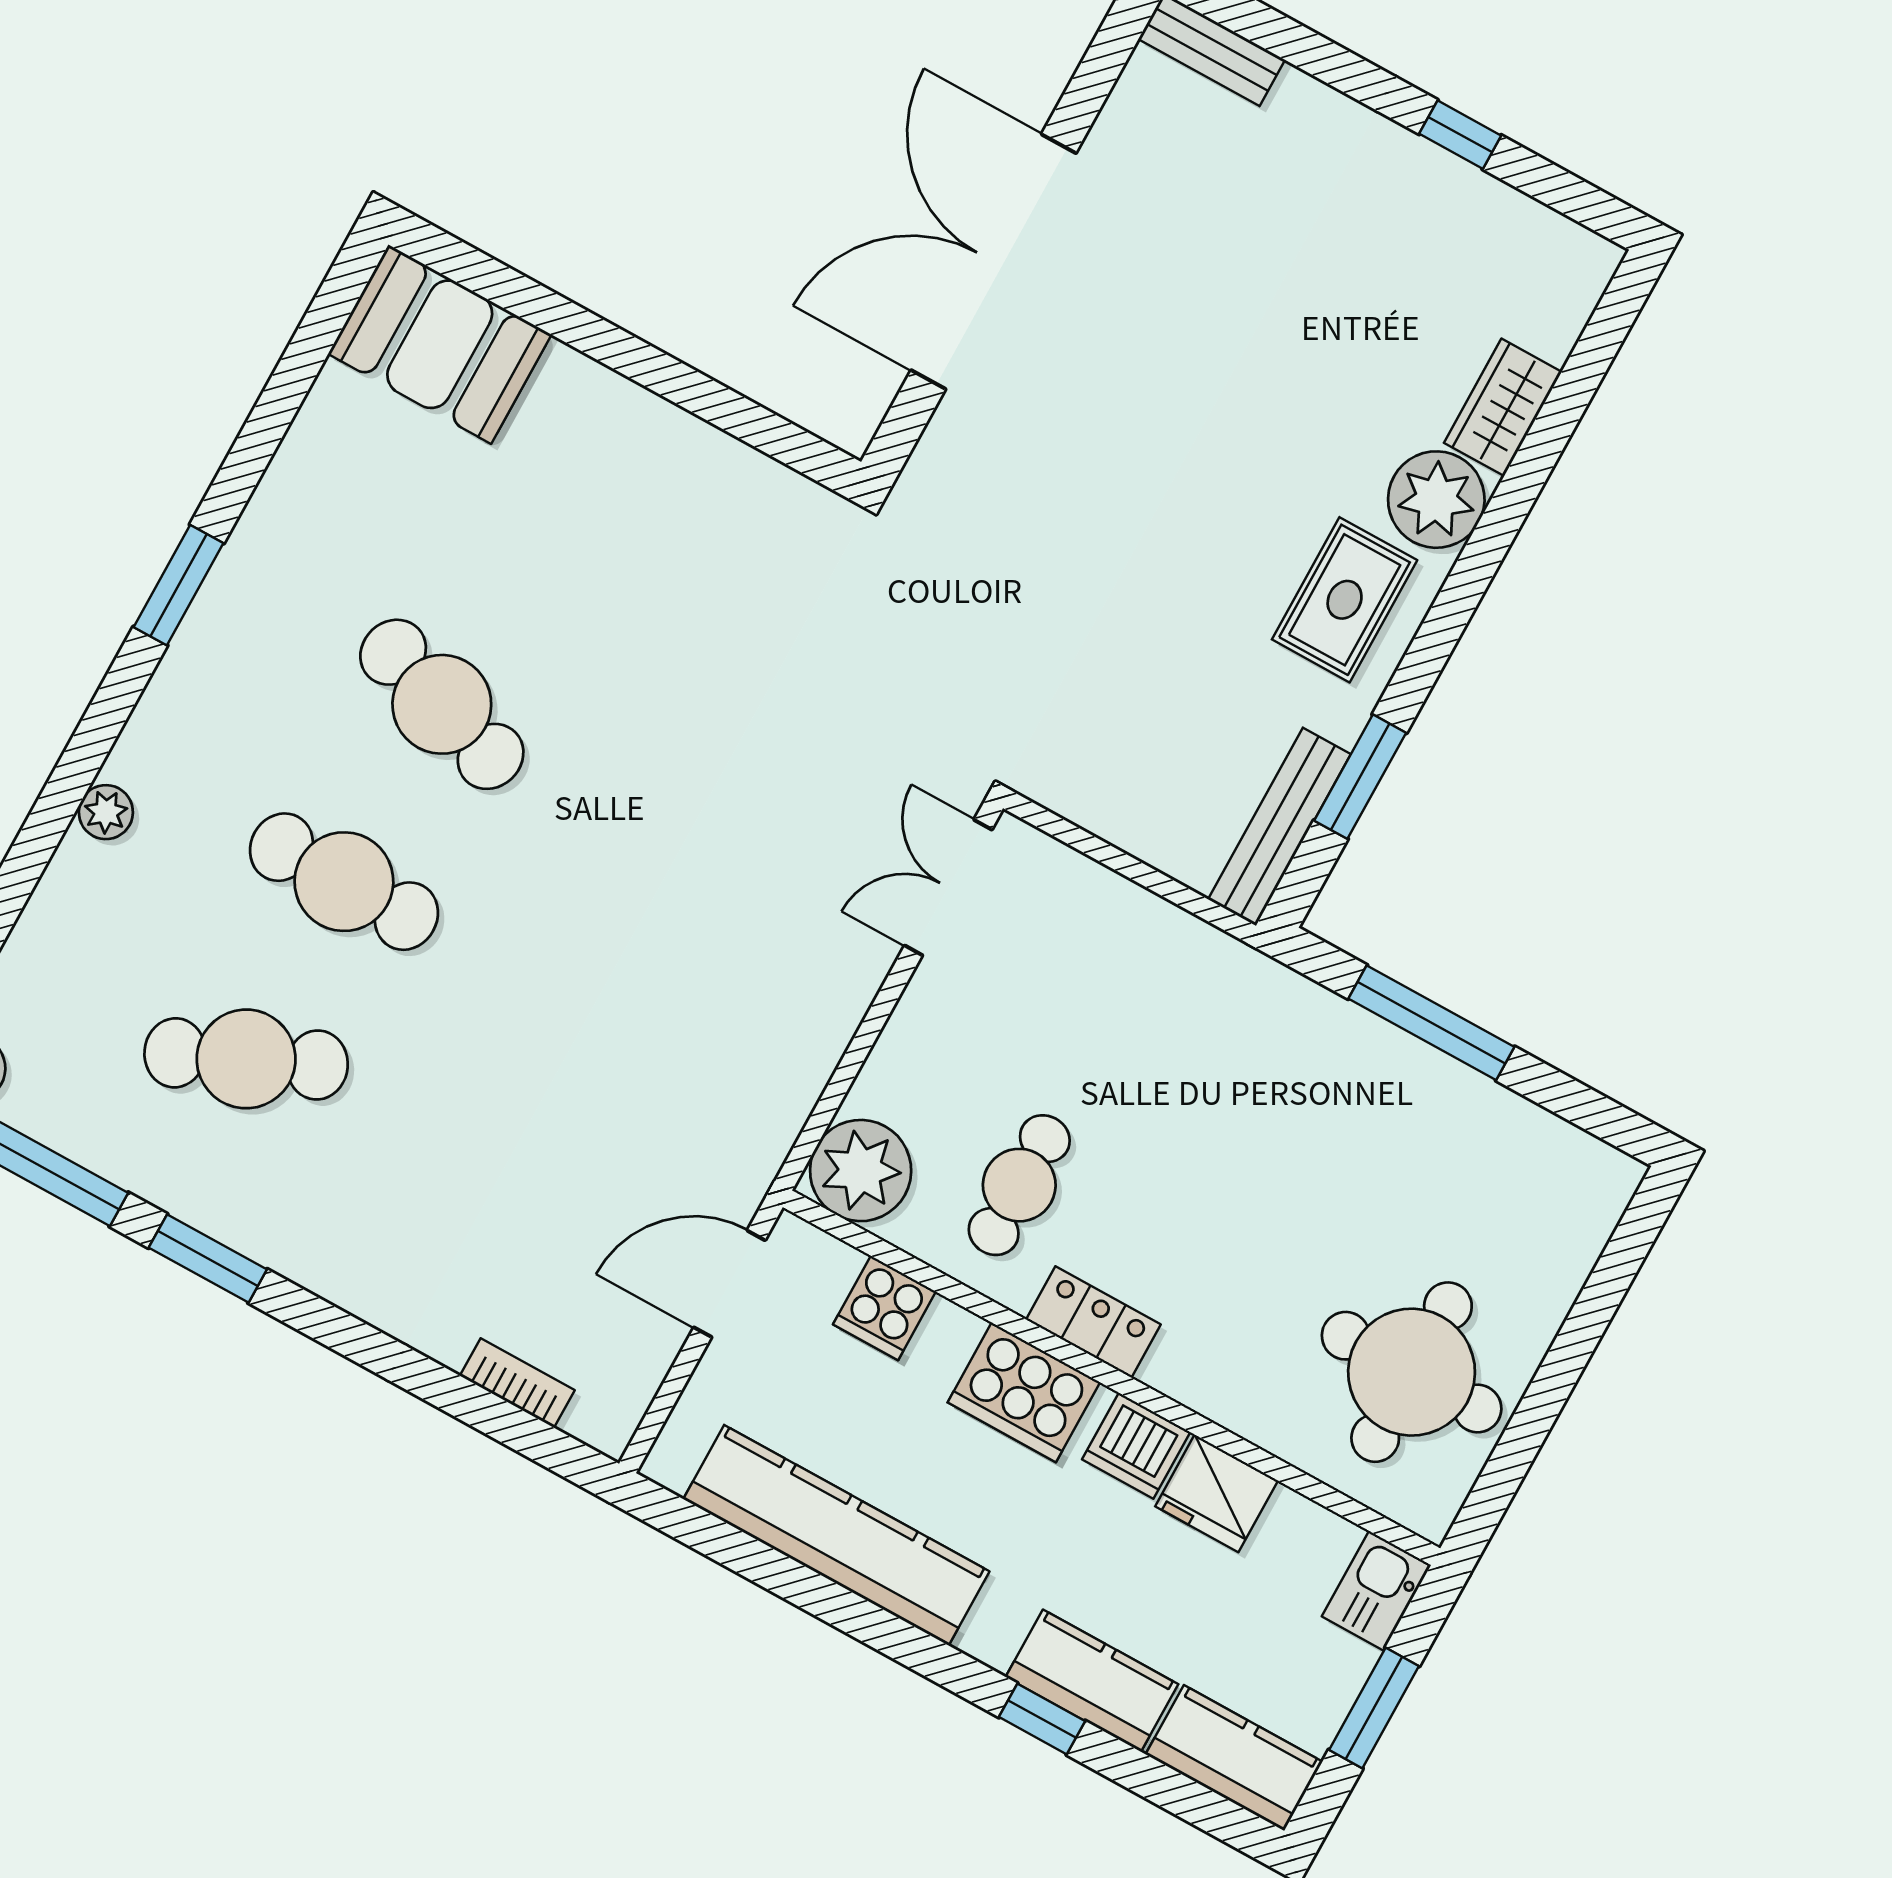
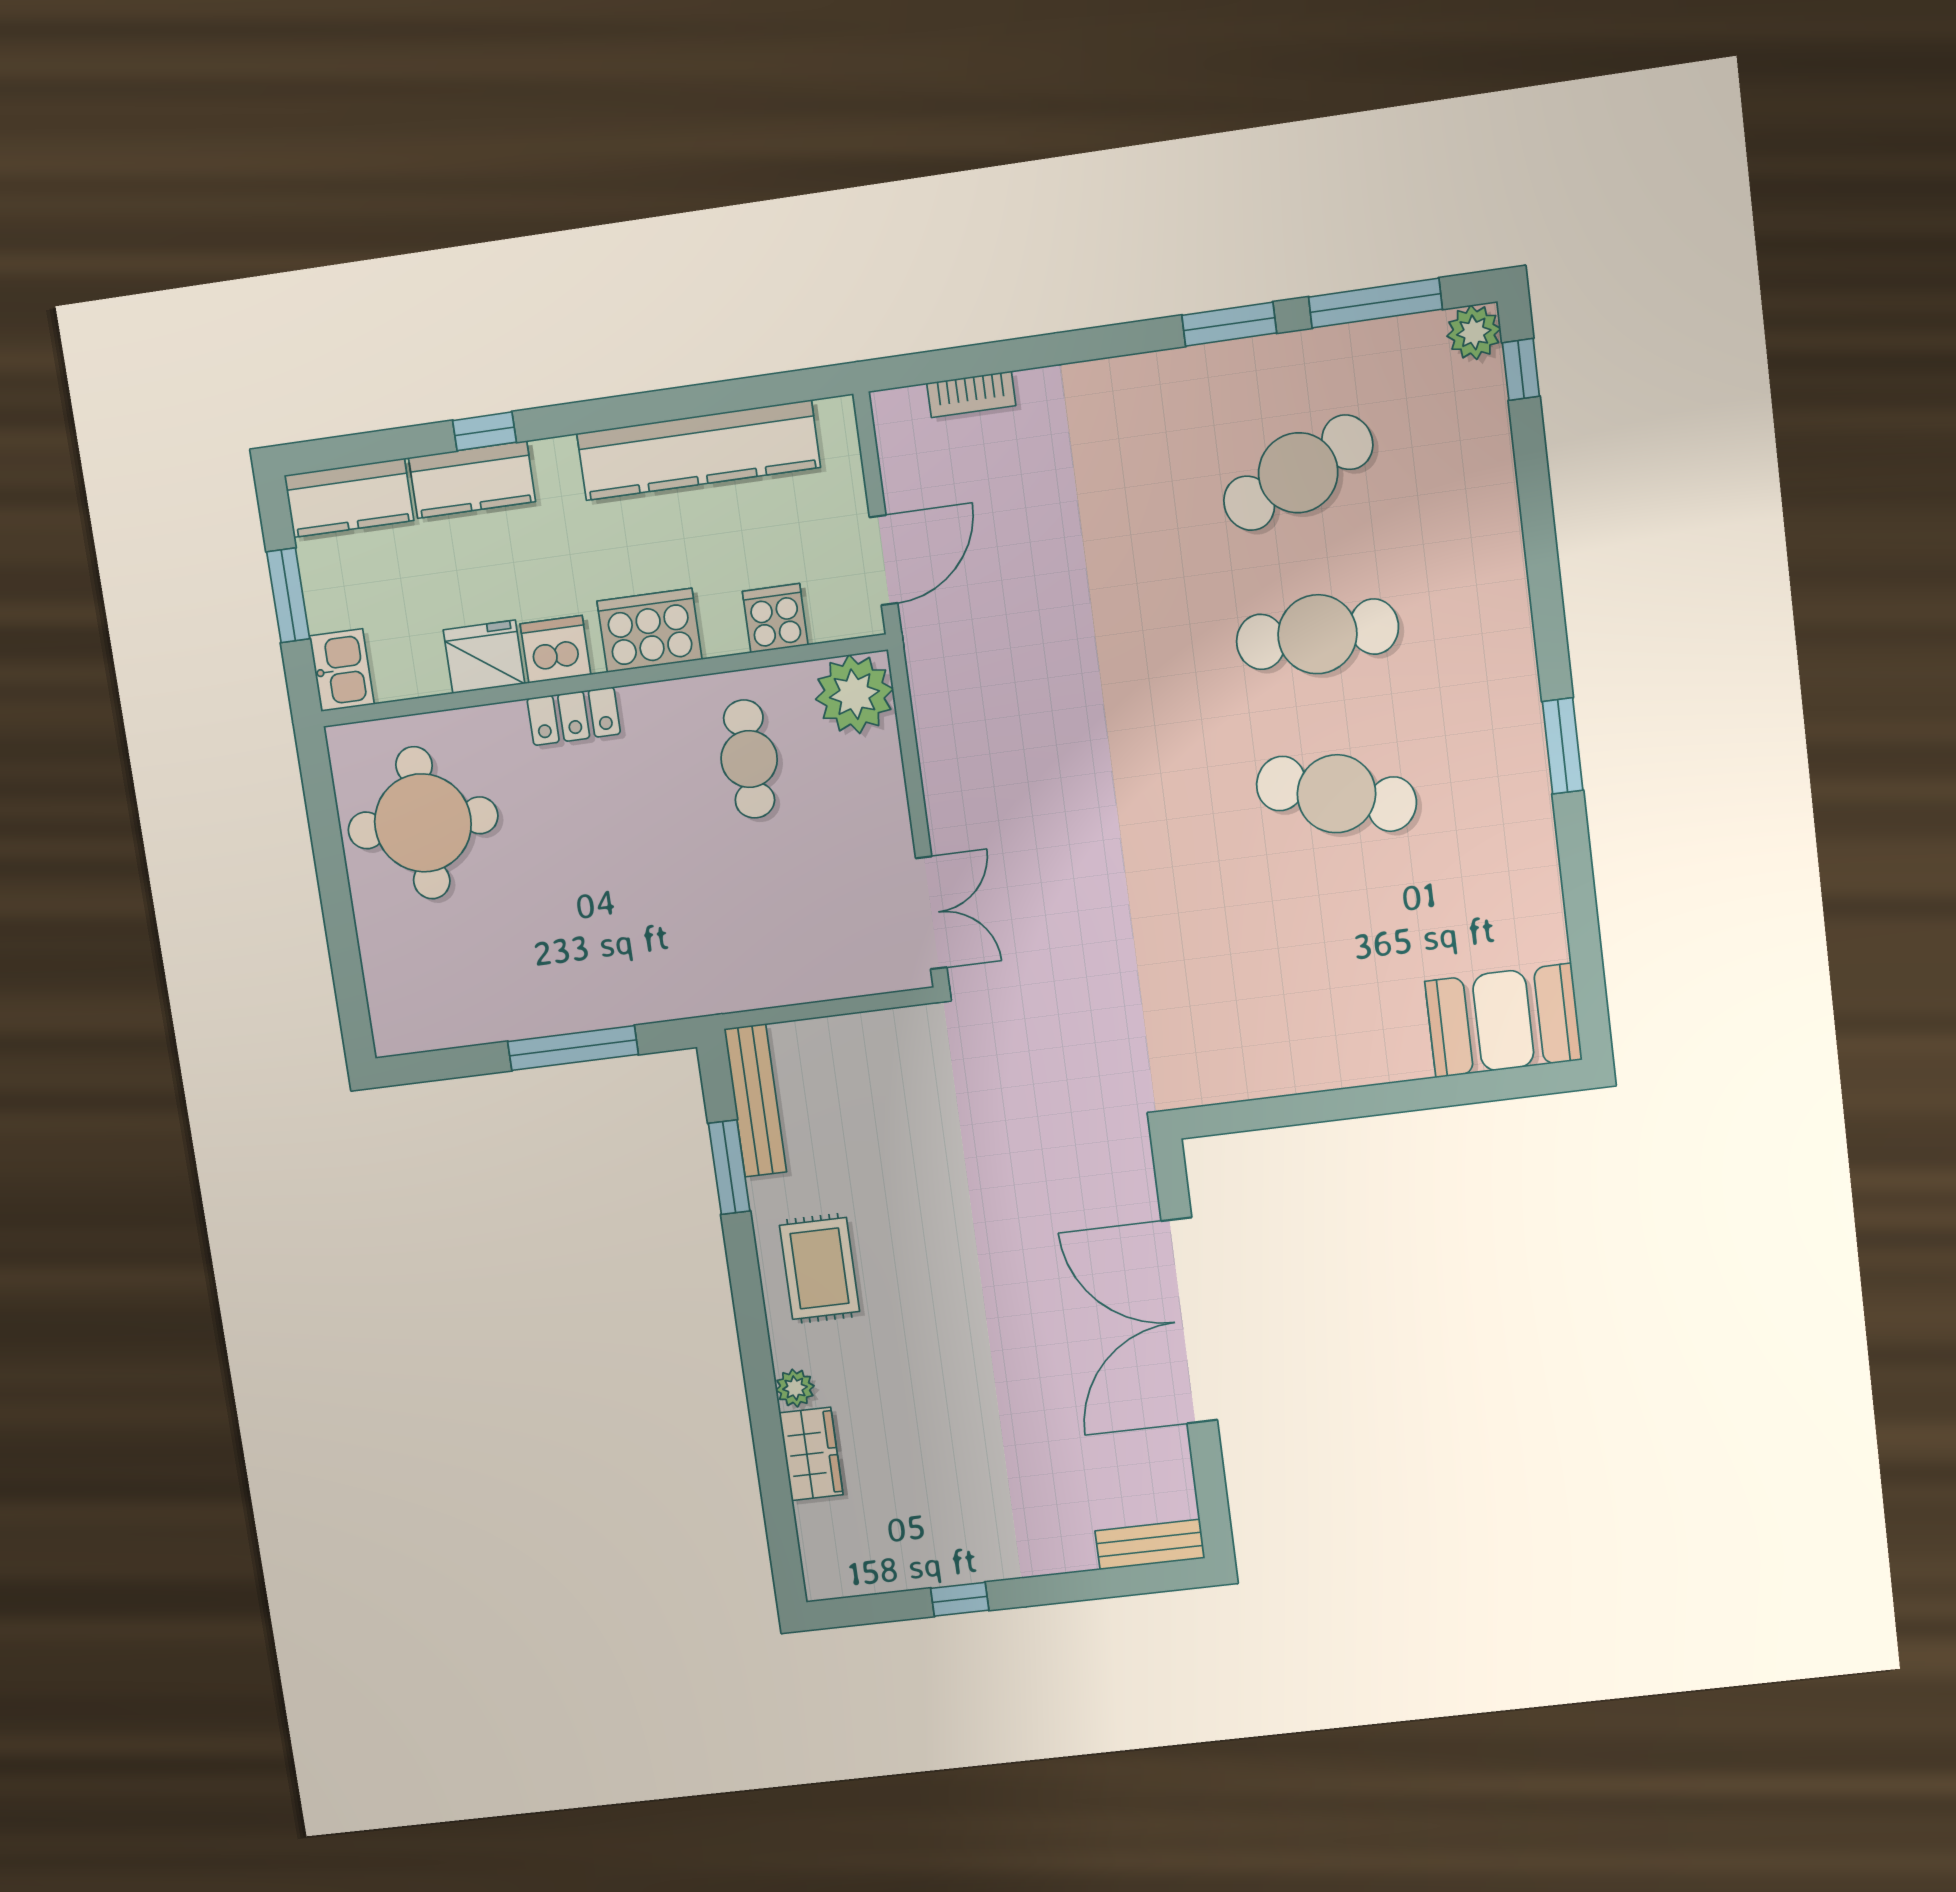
double door: (994, 262) -> (1189, 1321), swing flipped
plant: (1436, 500) -> (795, 1388), width x0.53, depth x0.53
plant: (106, 812) -> (1505, 565), removed
locker: (1093, 1322) -> (574, 716), moved

